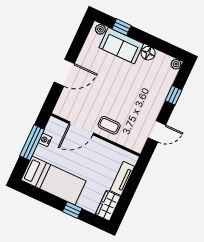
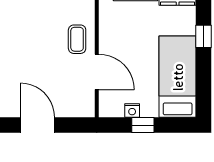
window: (32, 143) -> (143, 125), width x0.46

